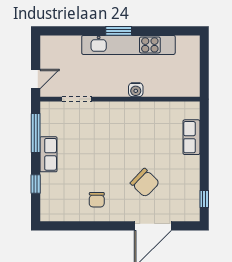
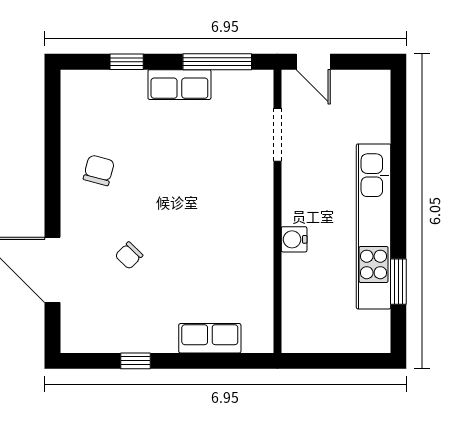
window: (119, 31) -> (398, 282), moved
chair: (145, 183) -> (129, 256), width x0.54, depth x0.54
window: (204, 199) -> (136, 361), moved
chair: (97, 200) -> (99, 170), turned 104

